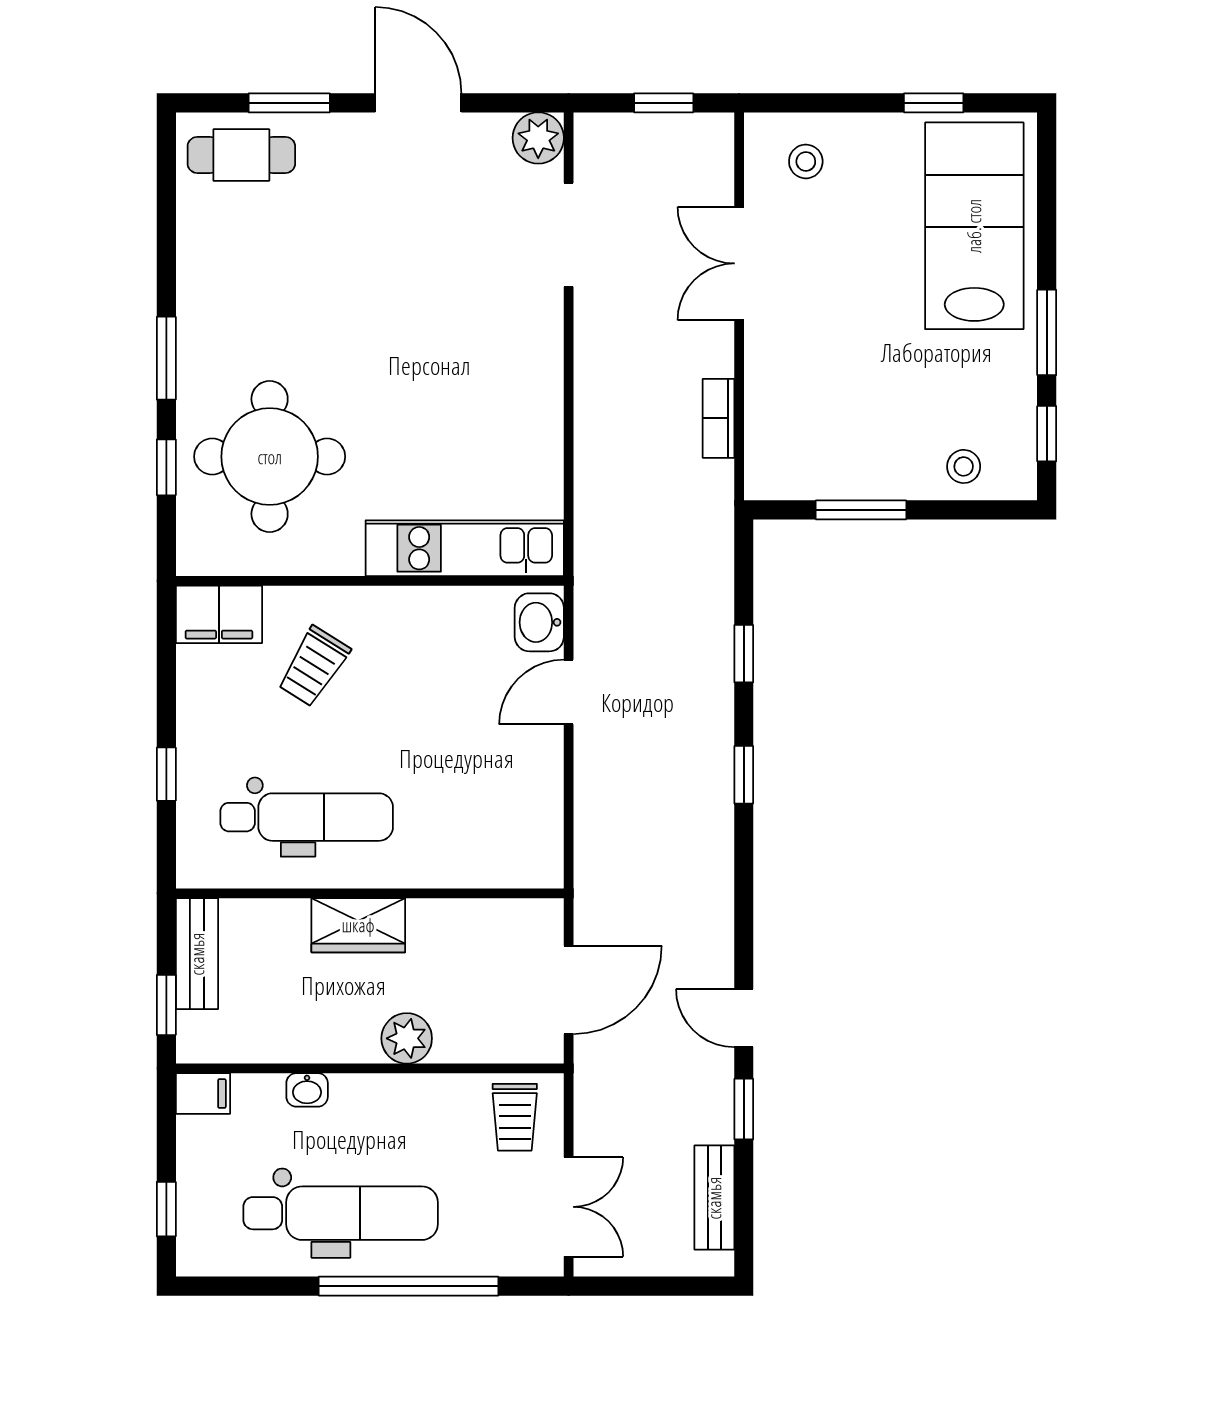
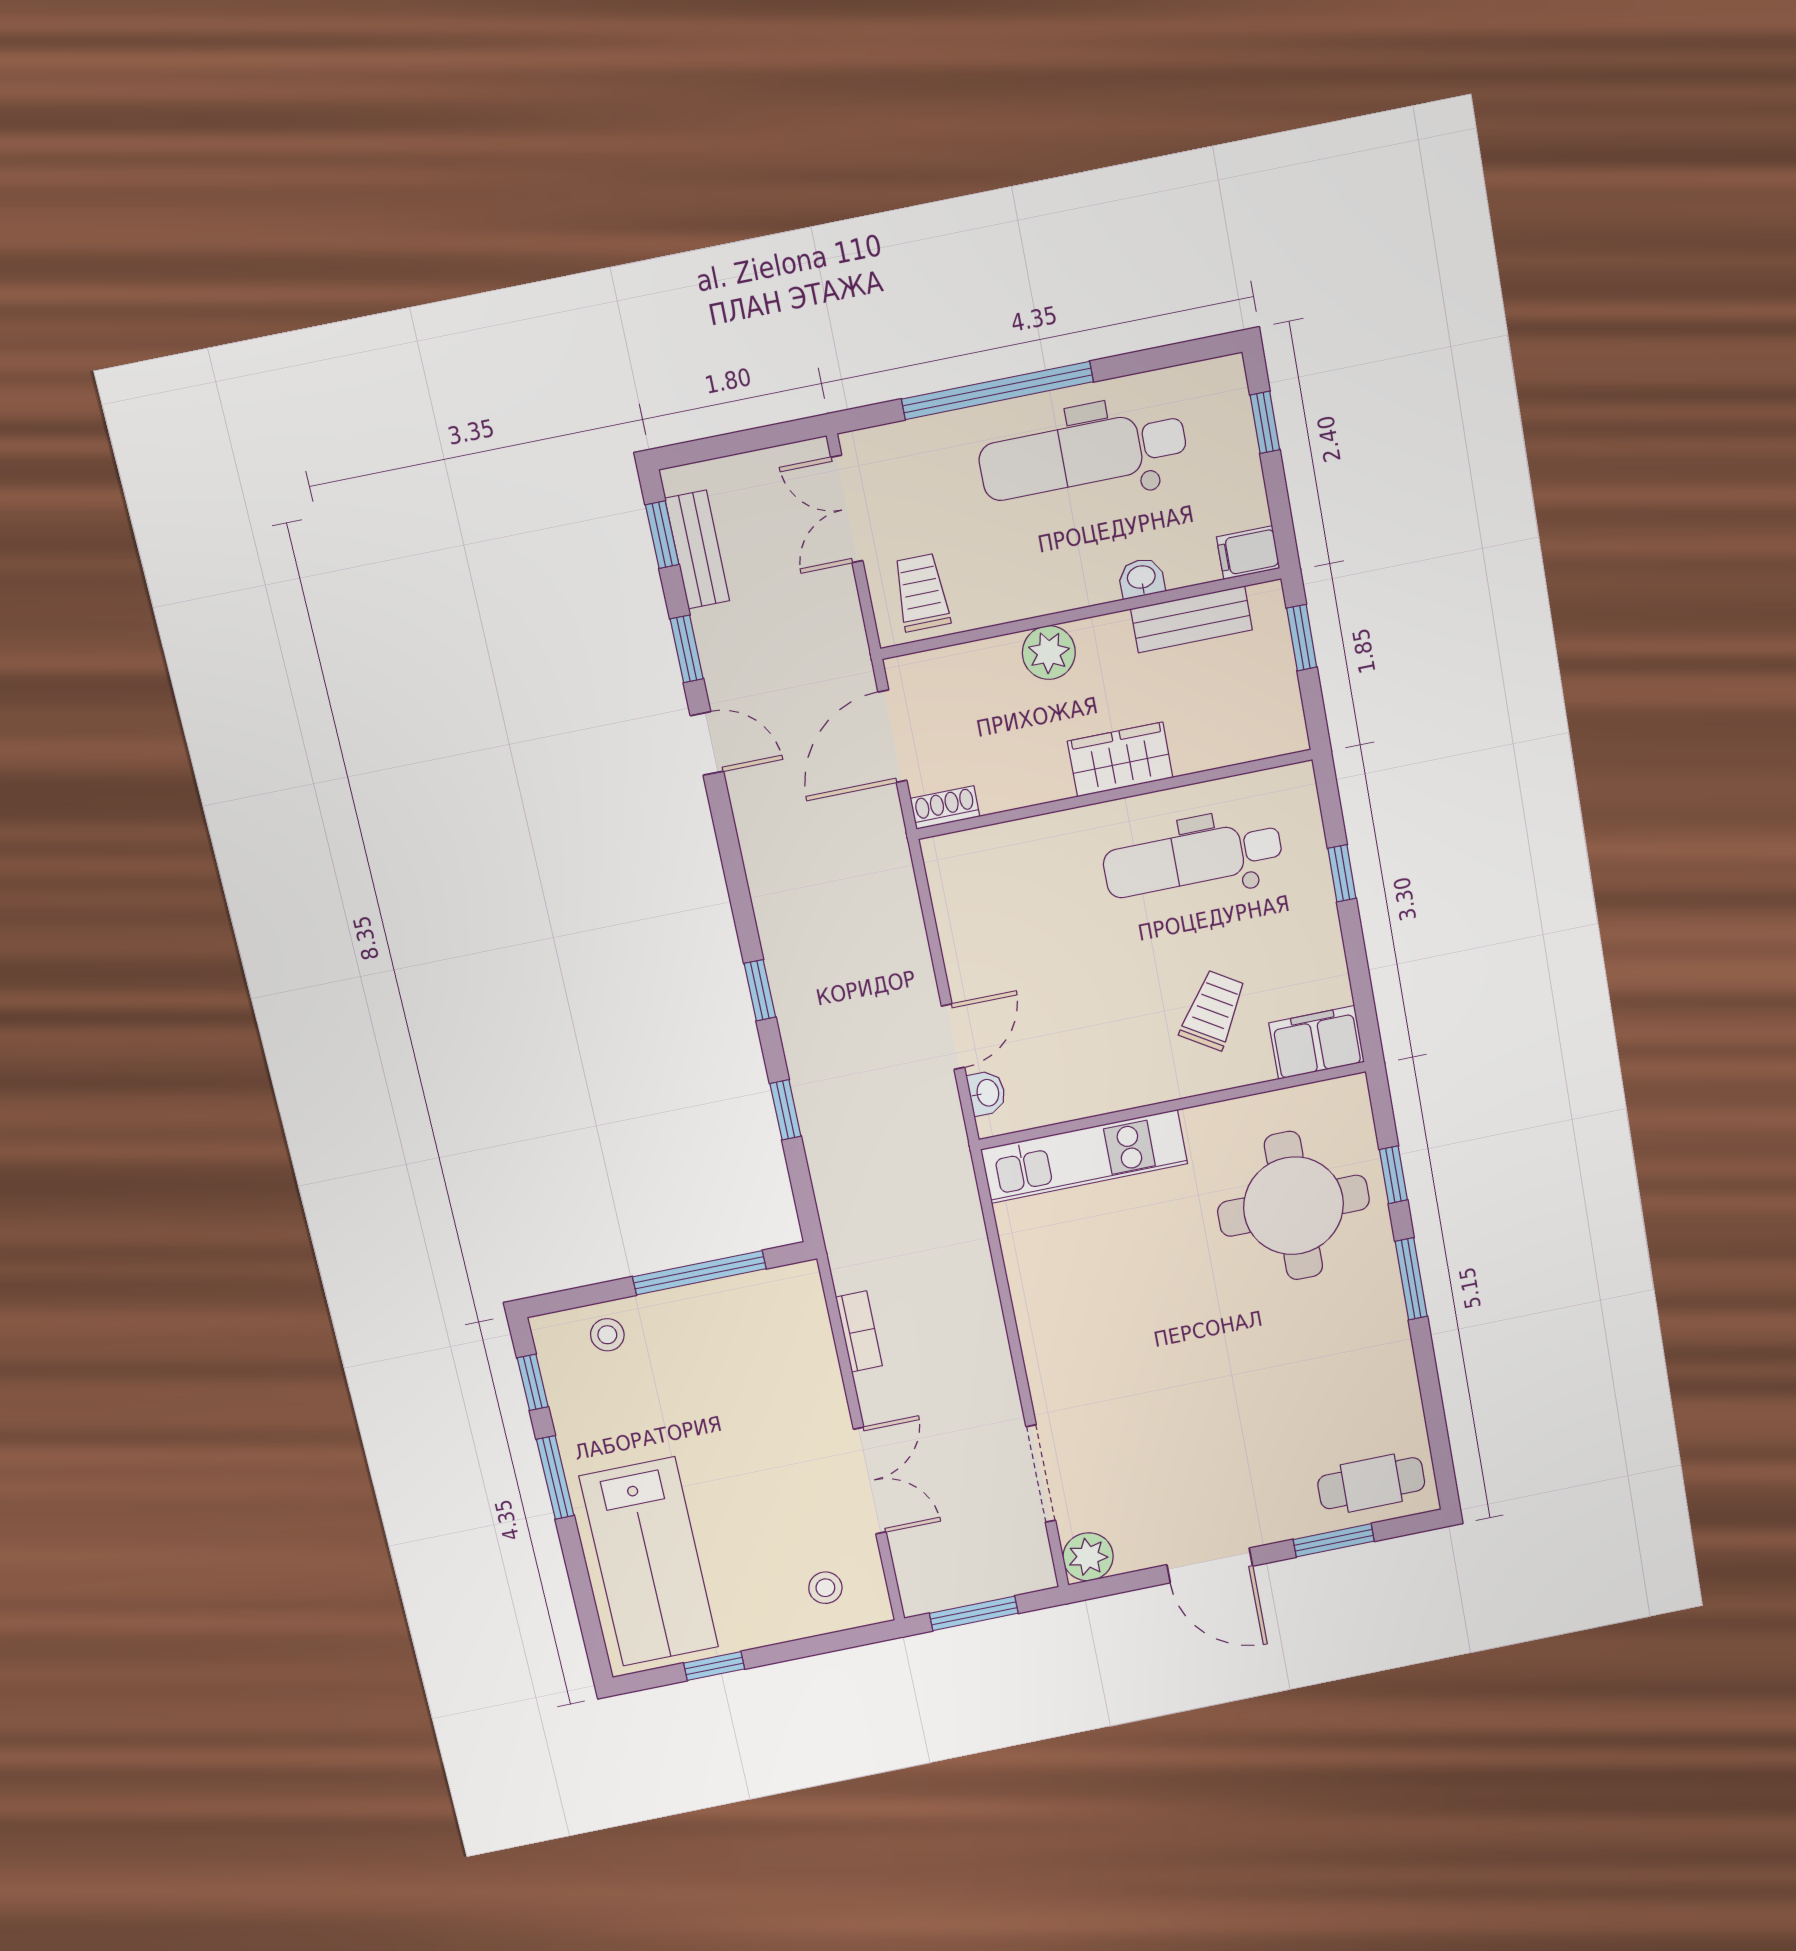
window: (664, 103) -> (974, 1613), width x1.50
window: (861, 510) -> (699, 1273), width x1.44
washbasin: (539, 622) -> (987, 1093), width x0.72, depth x0.69
shoe rack: (533, 913) -> (945, 807), added
bench: (197, 954) -> (1191, 619), moved, turned 90
window: (744, 1217) -> (662, 535), added

